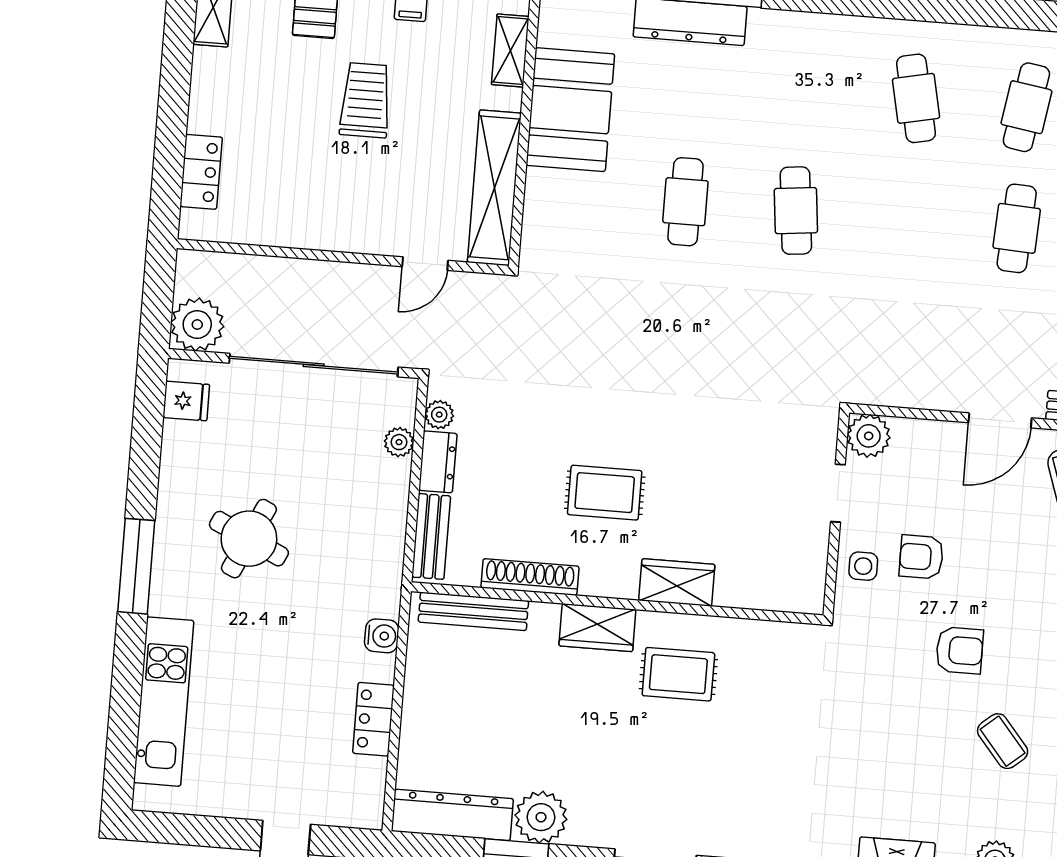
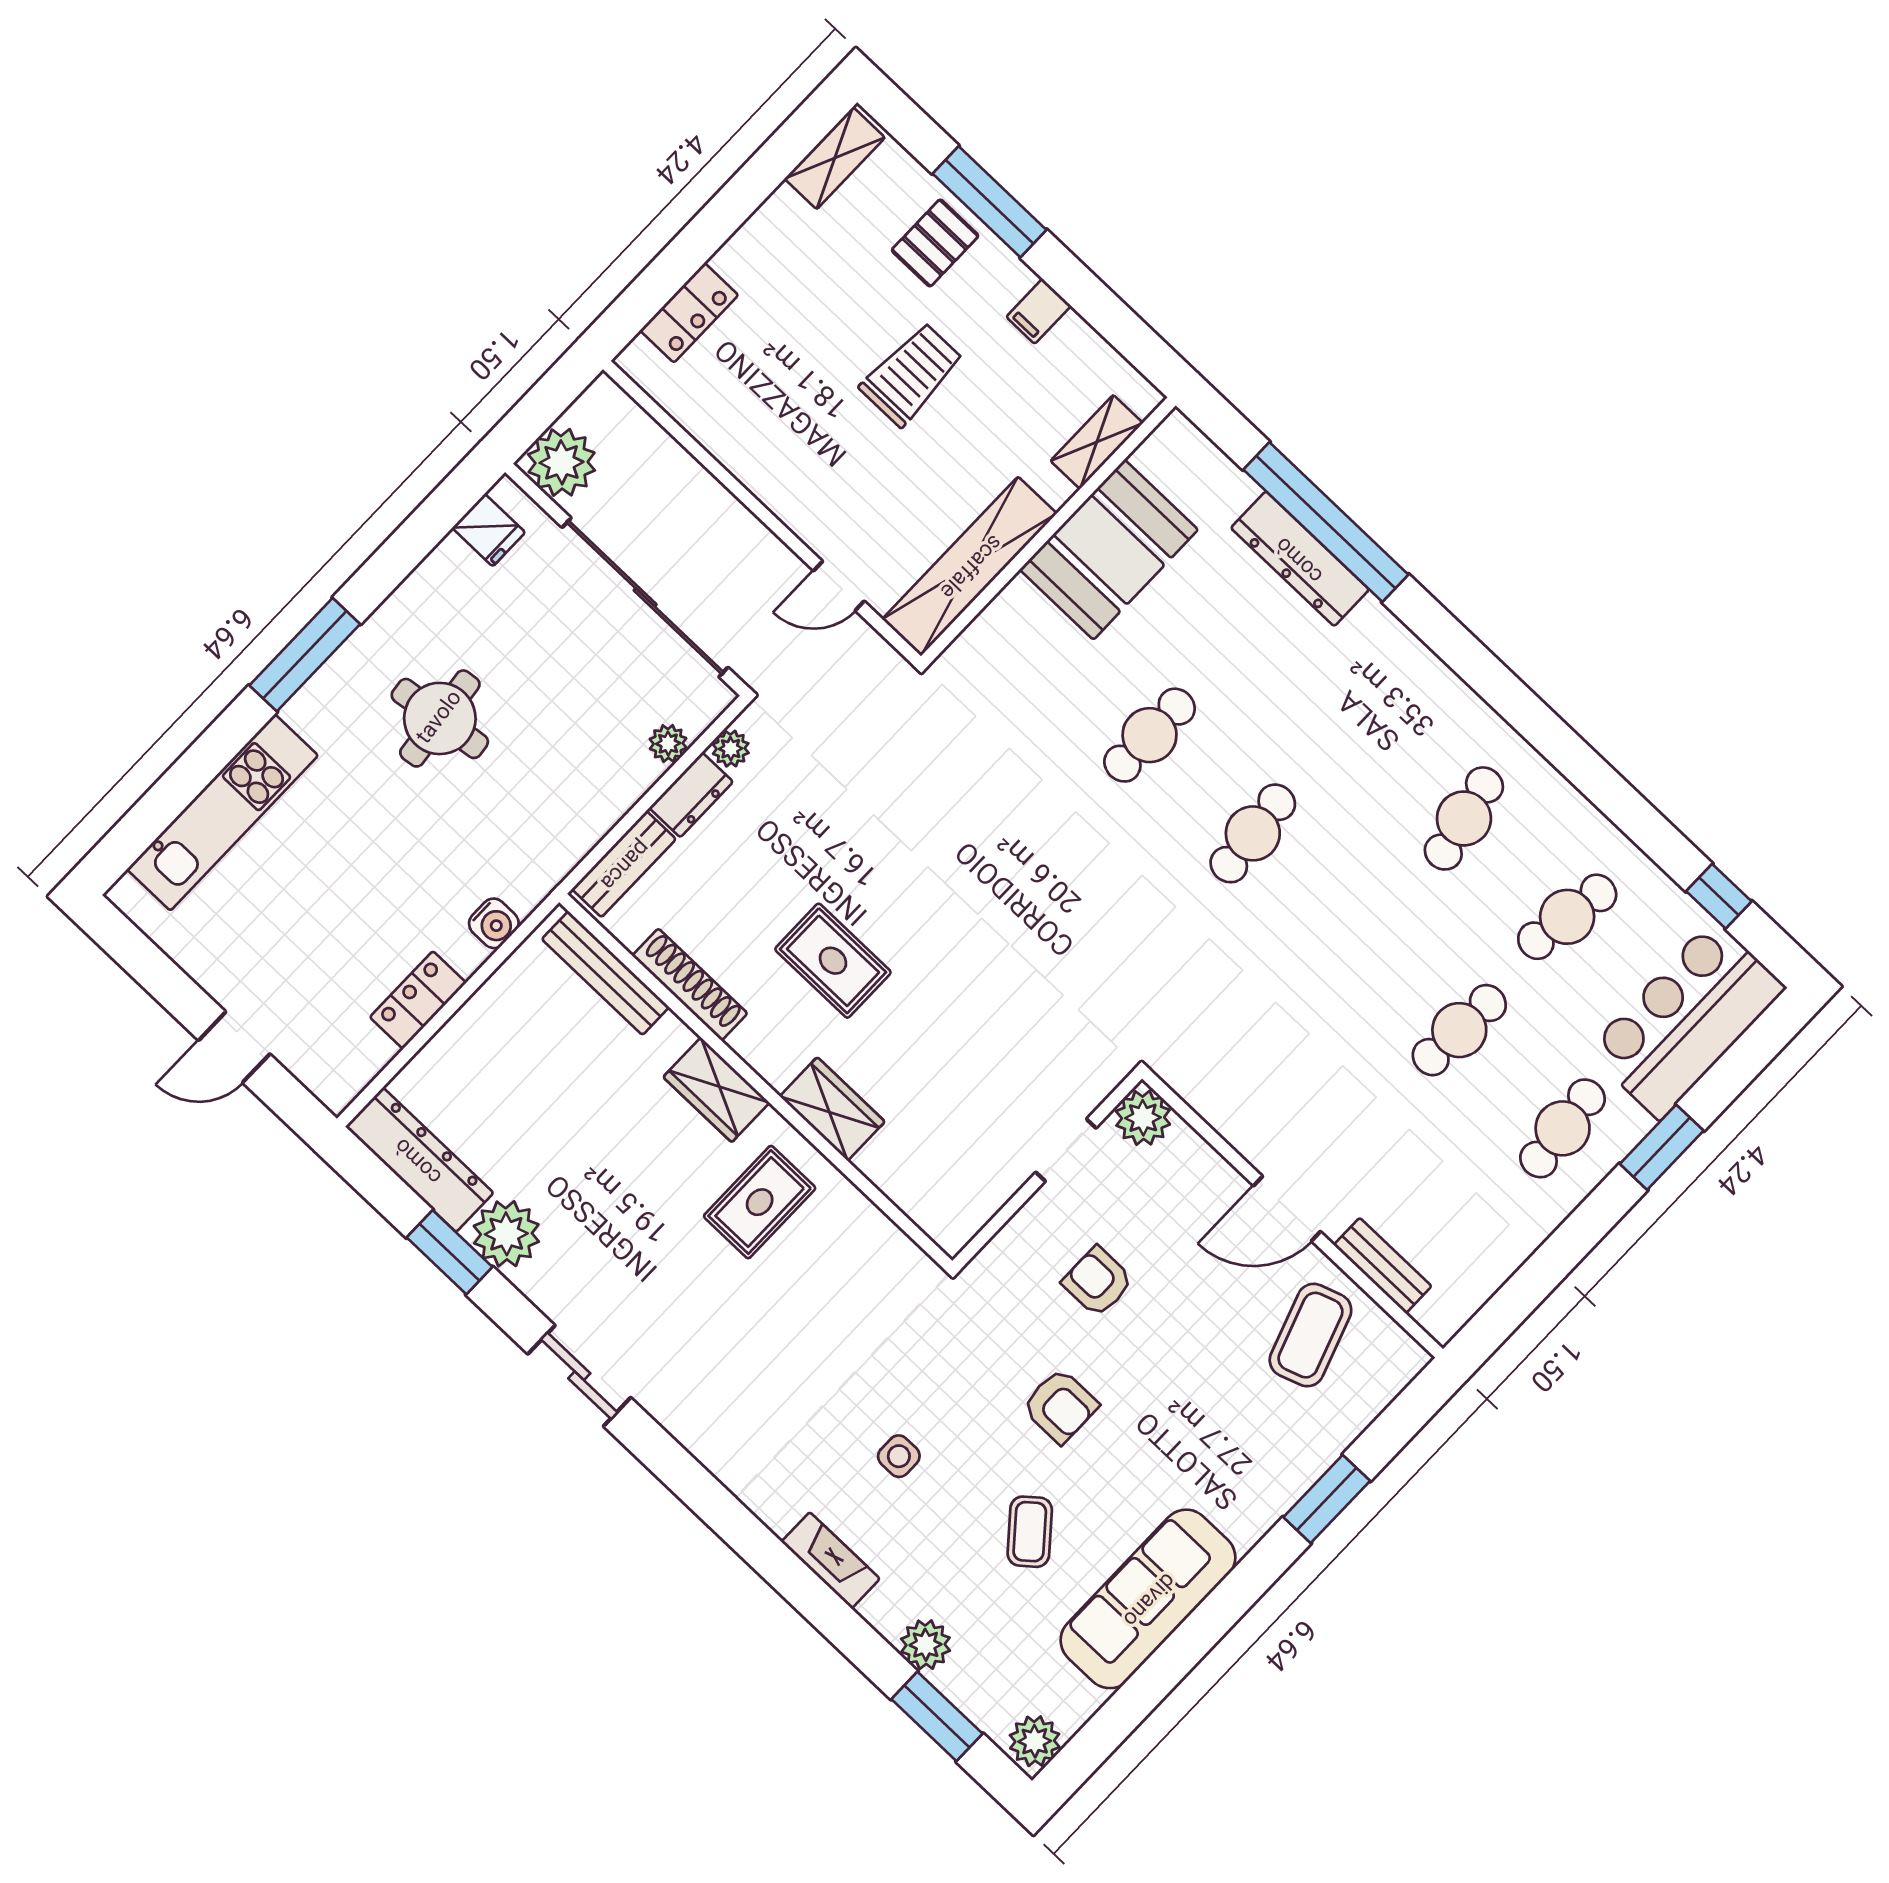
round table: (249, 539) -> (440, 718), turned -32
side table: (863, 566) -> (899, 1456), moved
rug: (678, 674) -> (760, 1202), turned 90

